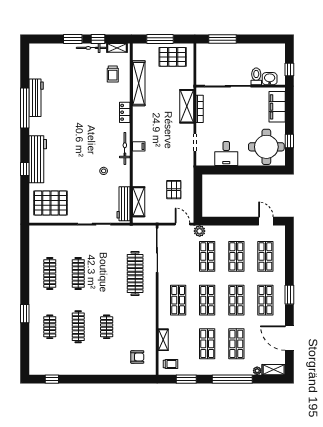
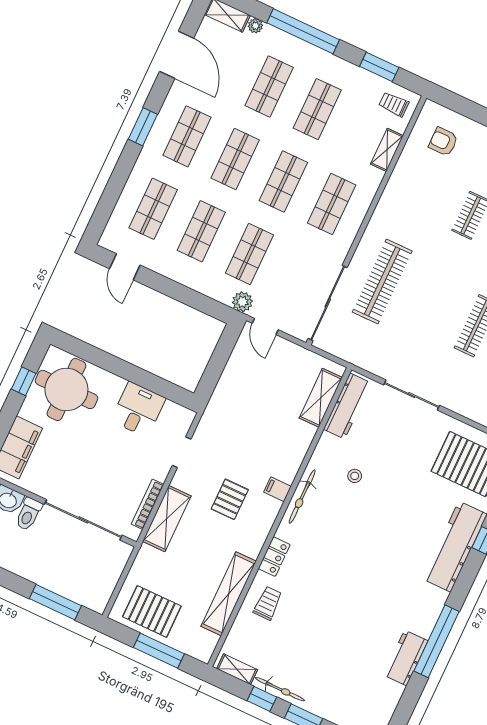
trolley: (113, 74) -> (268, 603), moved
workbench: (36, 98) -> (406, 658), width x0.73
pallet: (174, 190) -> (230, 499), moved

